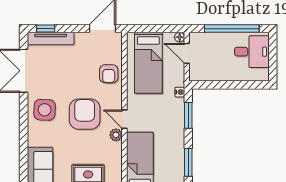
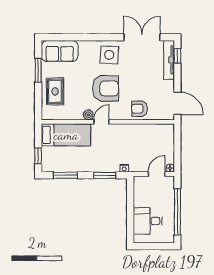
desk: (252, 52) -> (148, 221), moved, turned 90
bed: (148, 63) -> (149, 142), removed

